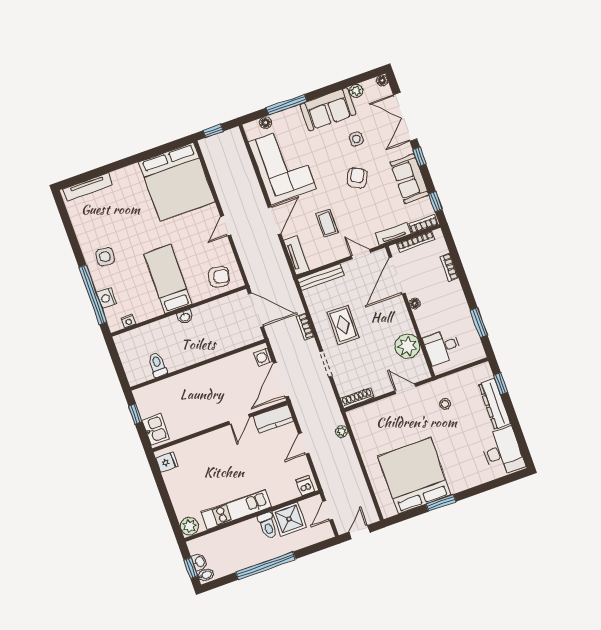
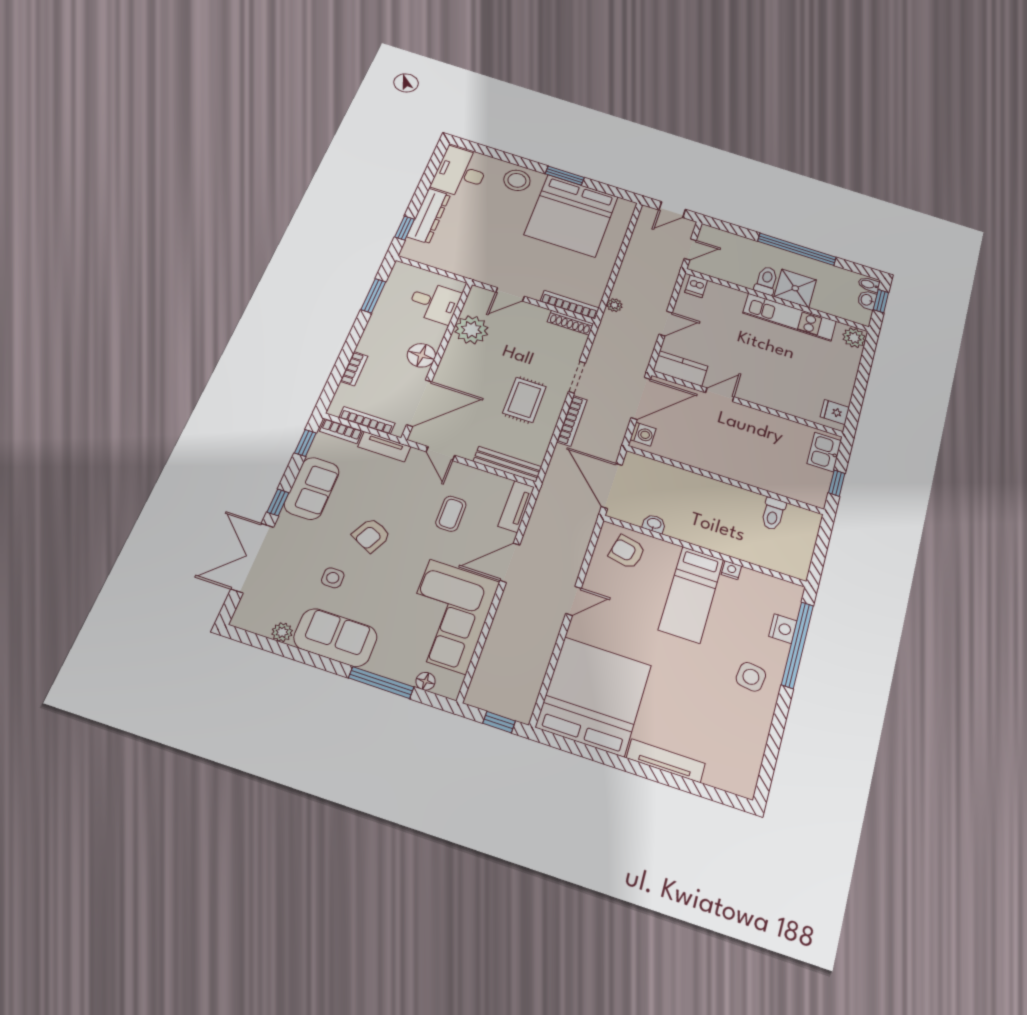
floor lamp: (382, 80) -> (240, 620), removed
double door: (405, 117) -> (252, 558), swing flipped
tv unit: (88, 187) -> (666, 761), moved
floor lamp: (415, 303) -> (421, 355), width x1.89, depth x1.89
washbasin: (185, 317) -> (654, 524), moved
nightstand: (128, 321) -> (731, 570), moved
bookcase: (305, 326) -> (572, 421), width x1.56
door: (405, 389) -> (510, 294), hinge flipped
stool: (445, 404) -> (517, 180), moved, width x1.89, depth x1.89
bookcase: (367, 410) -> (570, 305), added
shower: (289, 519) -> (795, 288), moved

